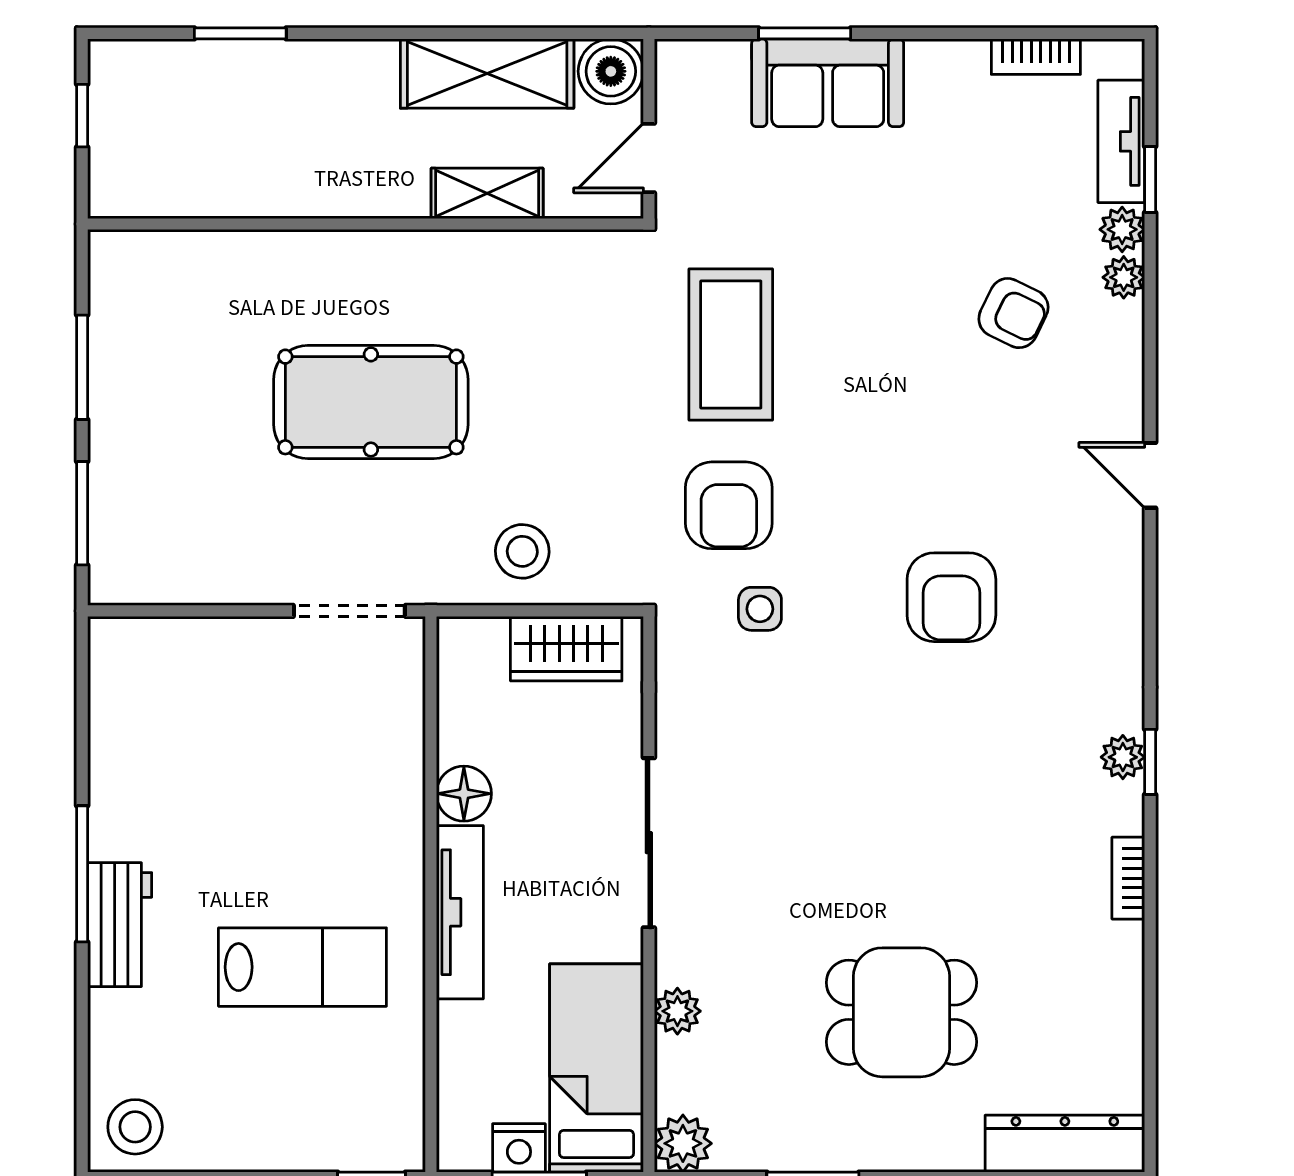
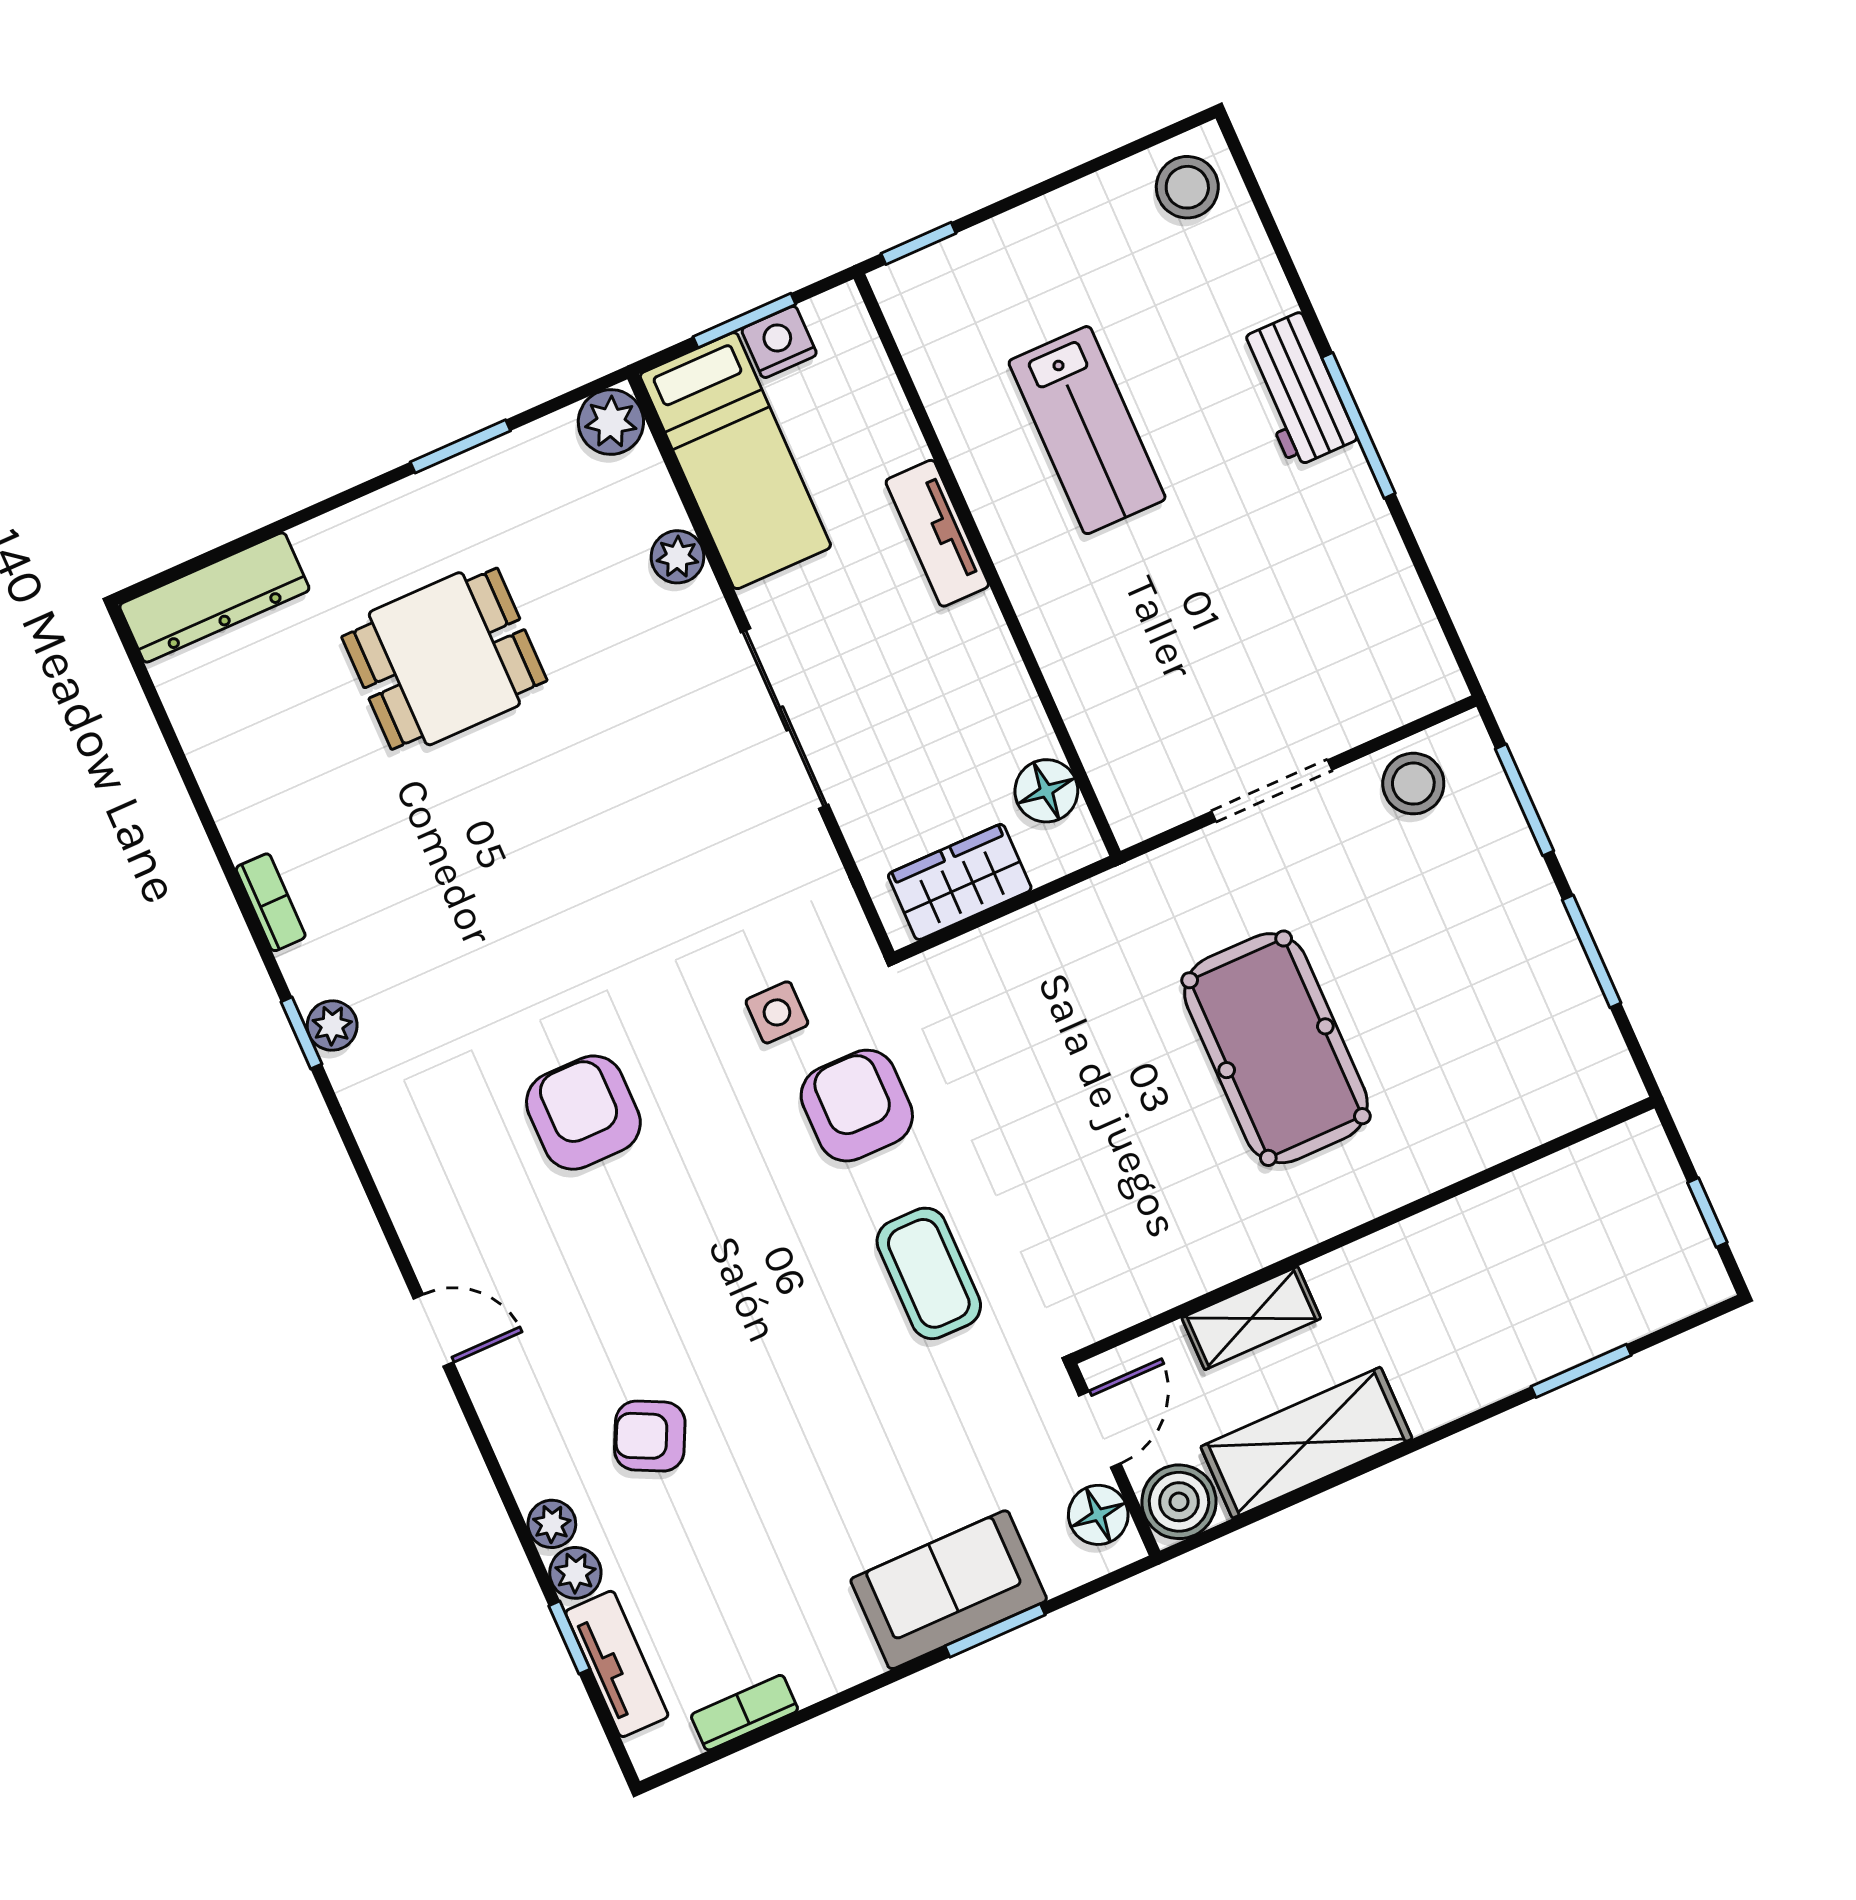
floor lamp: (680, 90) -> (1098, 1515), added
coffee table: (731, 345) -> (929, 1273), width x0.73, depth x0.76
pool table: (371, 402) -> (1276, 1048), turned 90
stool: (522, 551) -> (1413, 784), moved
doorway: (349, 611) -> (1272, 791), moved
floor lamp: (464, 794) -> (1046, 791), moved
tv unit: (460, 912) -> (937, 533), width x0.71
lab bench: (302, 967) -> (1087, 430), turned -90

